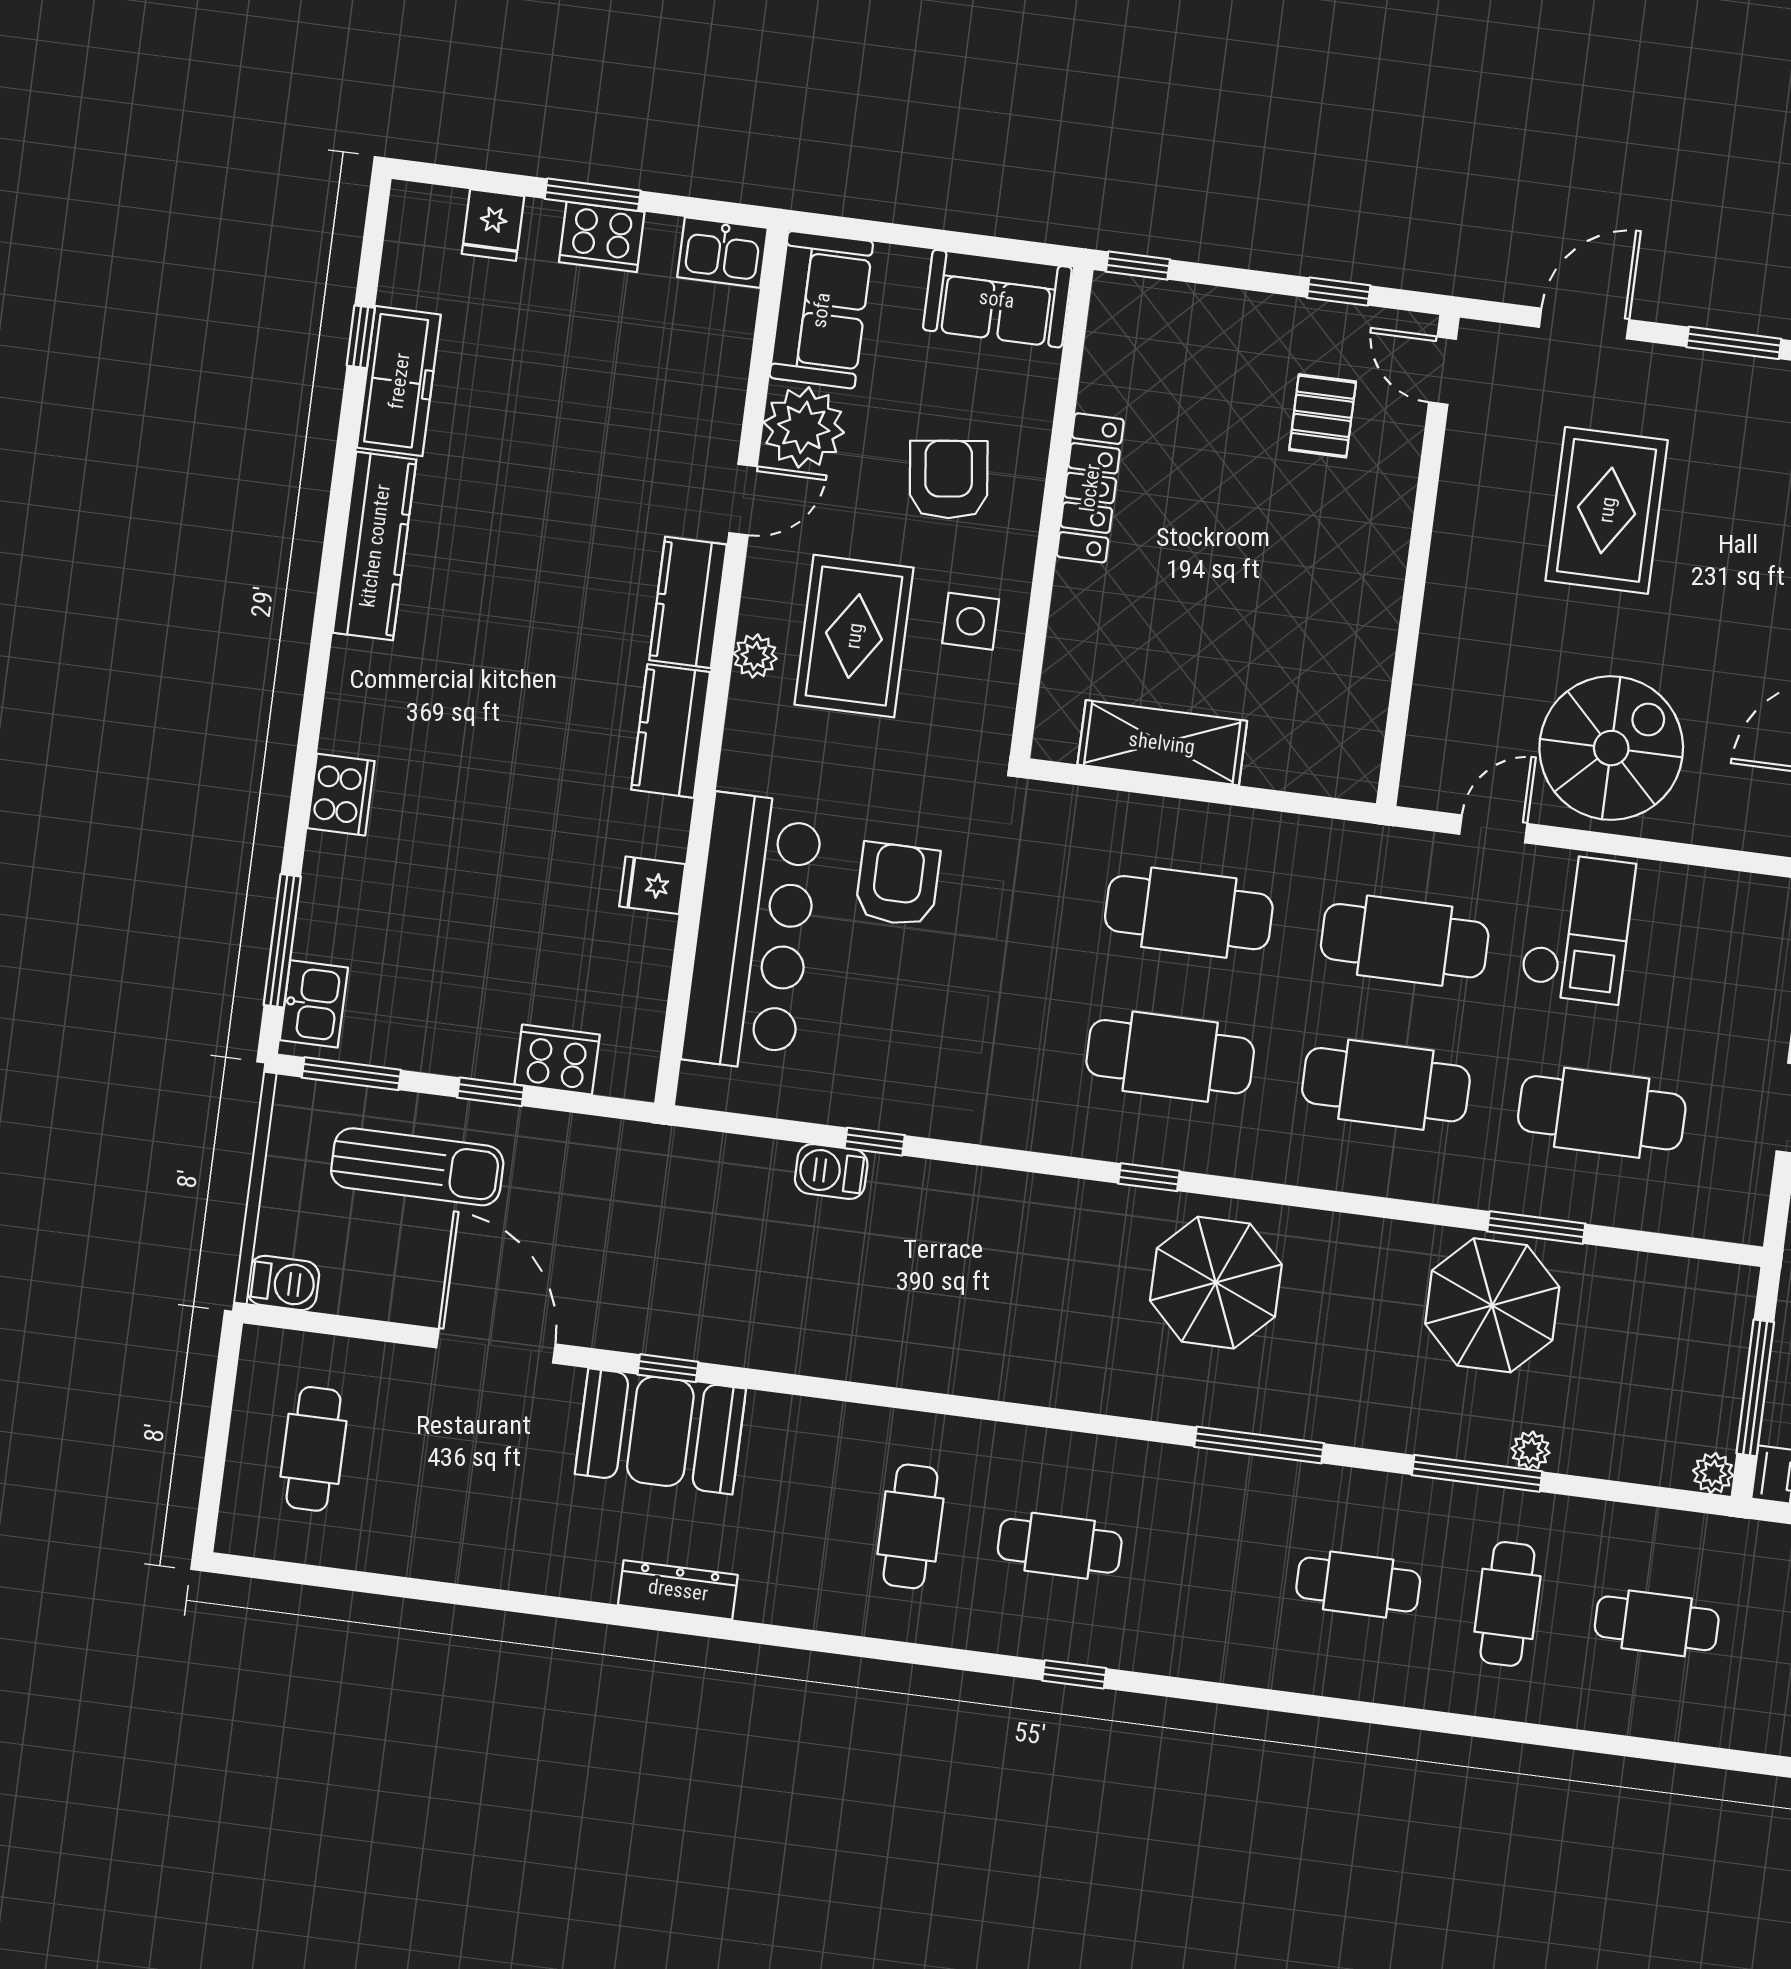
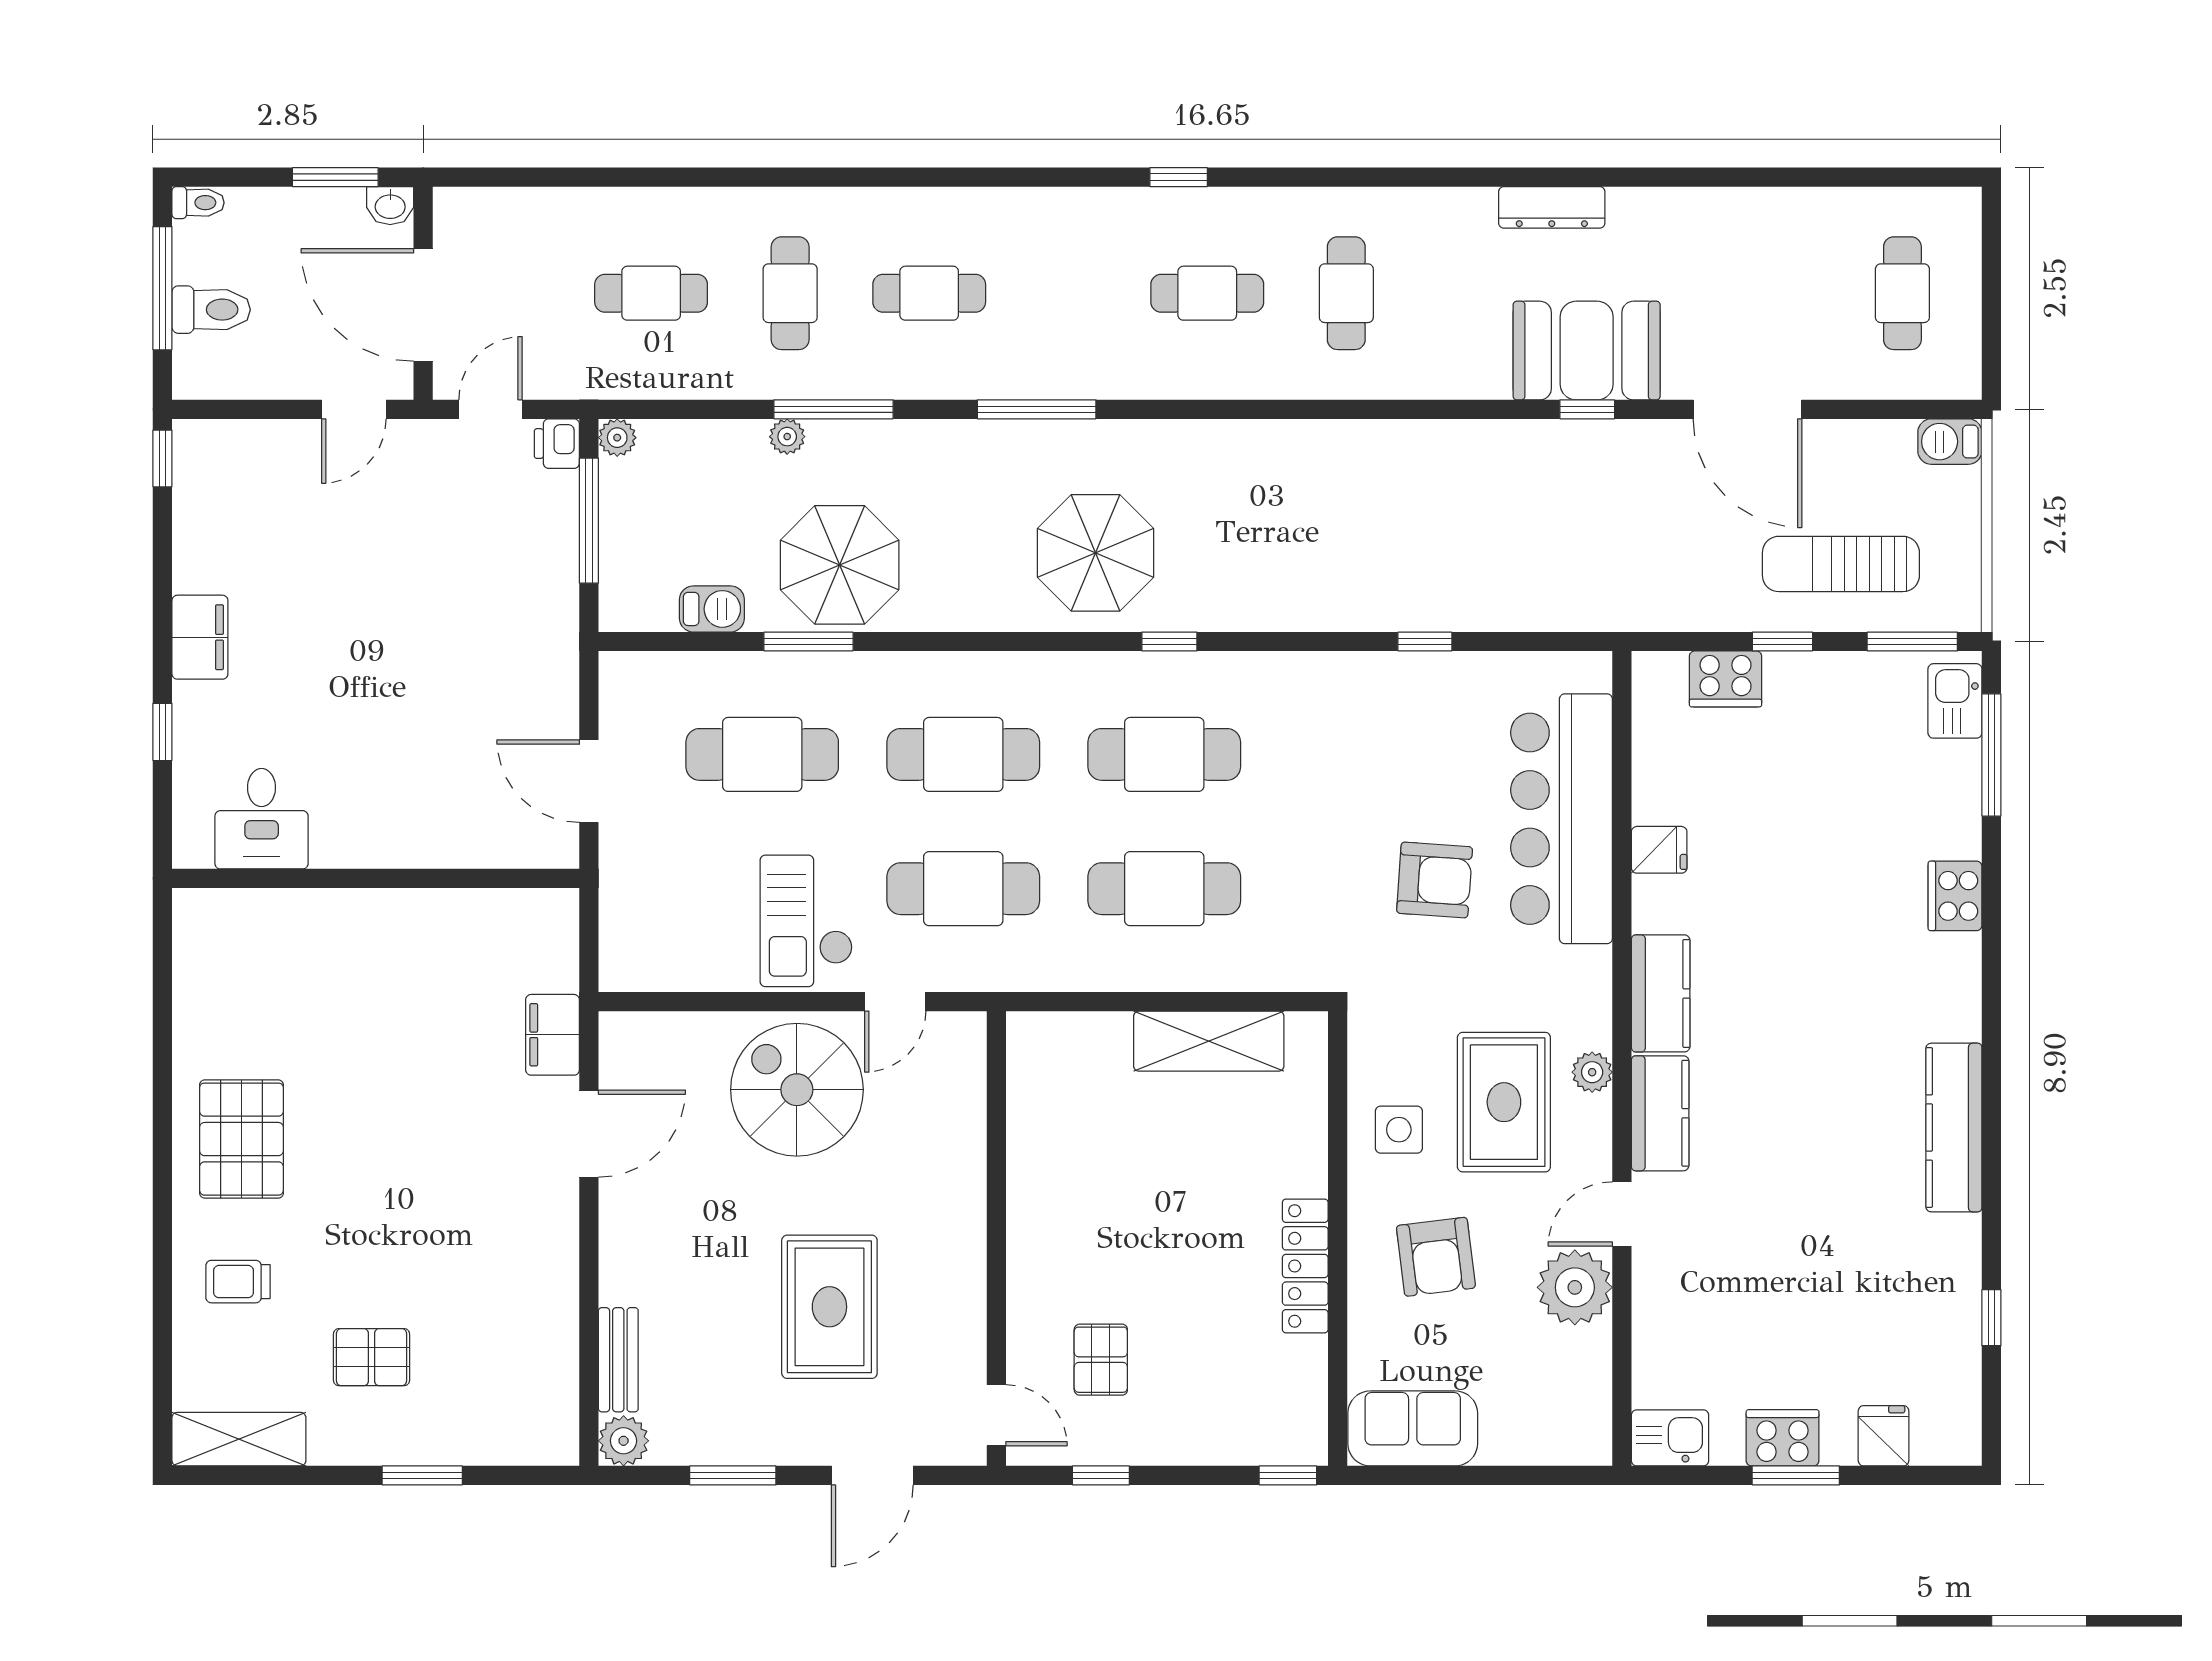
sofa: (821, 310) -> (1573, 1397), removed
freezer: (399, 381) -> (1951, 1282), removed
spiral stairs: (1611, 748) -> (797, 1090), turned 90
armchair: (898, 884) -> (1435, 880), turned -86
barbecue: (831, 1171) -> (712, 609), moved

